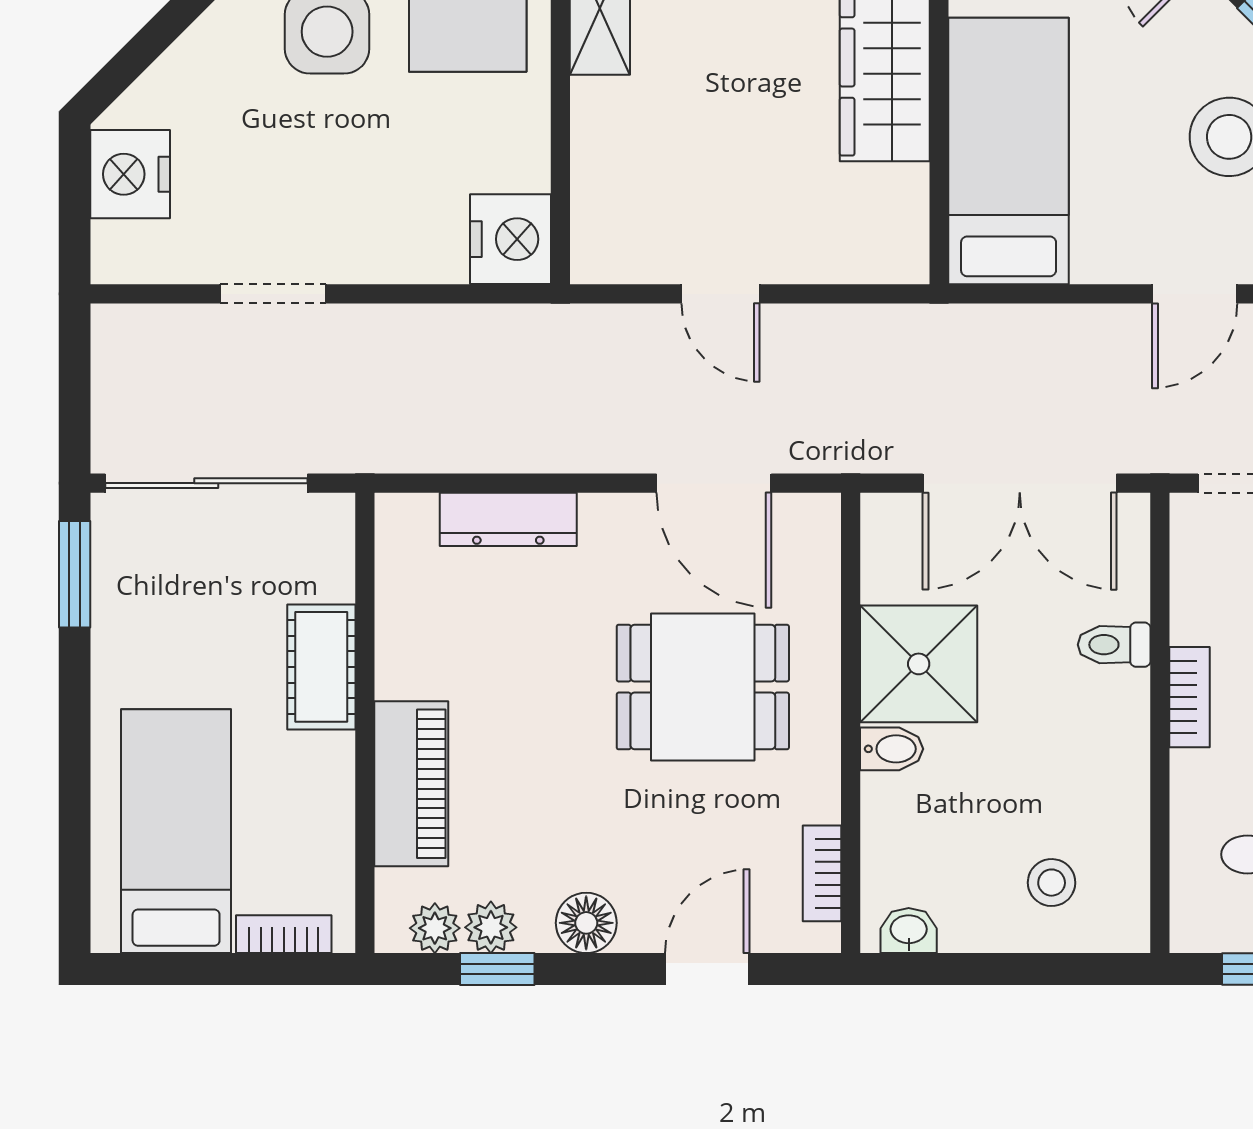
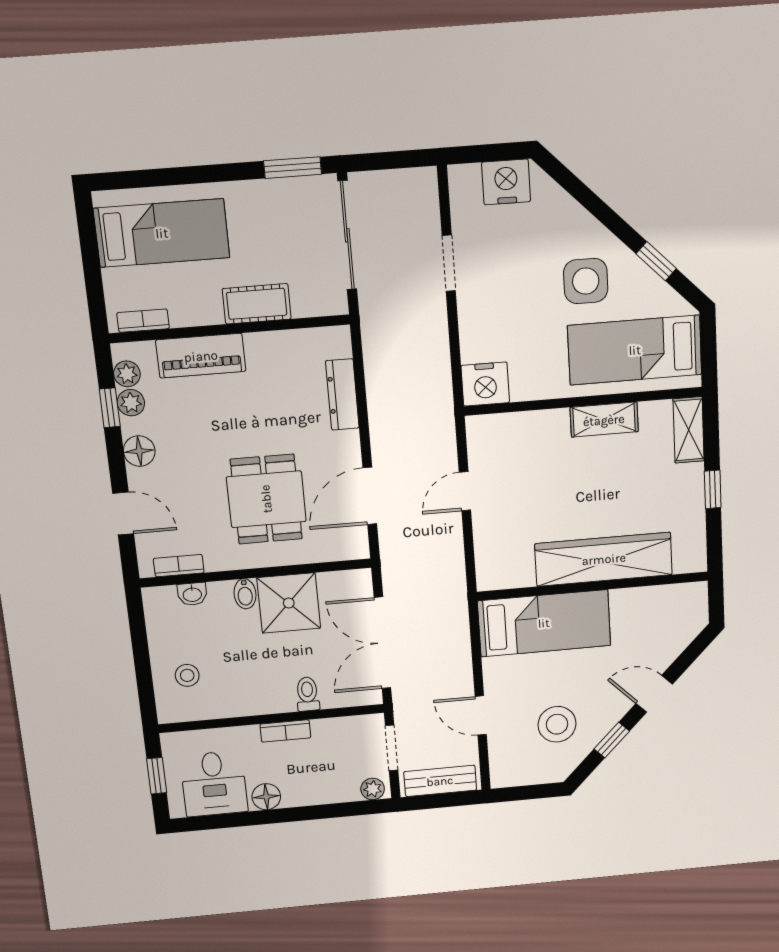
washbasin: (909, 931) -> (192, 594), moved, turned 90
bookcase: (284, 934) -> (143, 321), moved, turned -90

